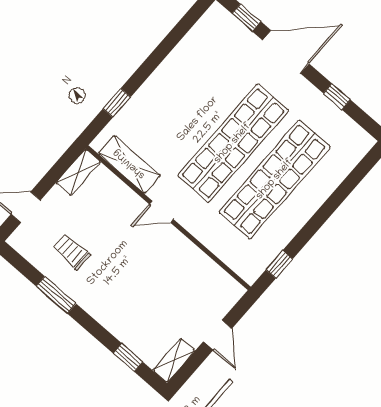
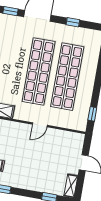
door: (162, 212) -> (40, 125), moved

